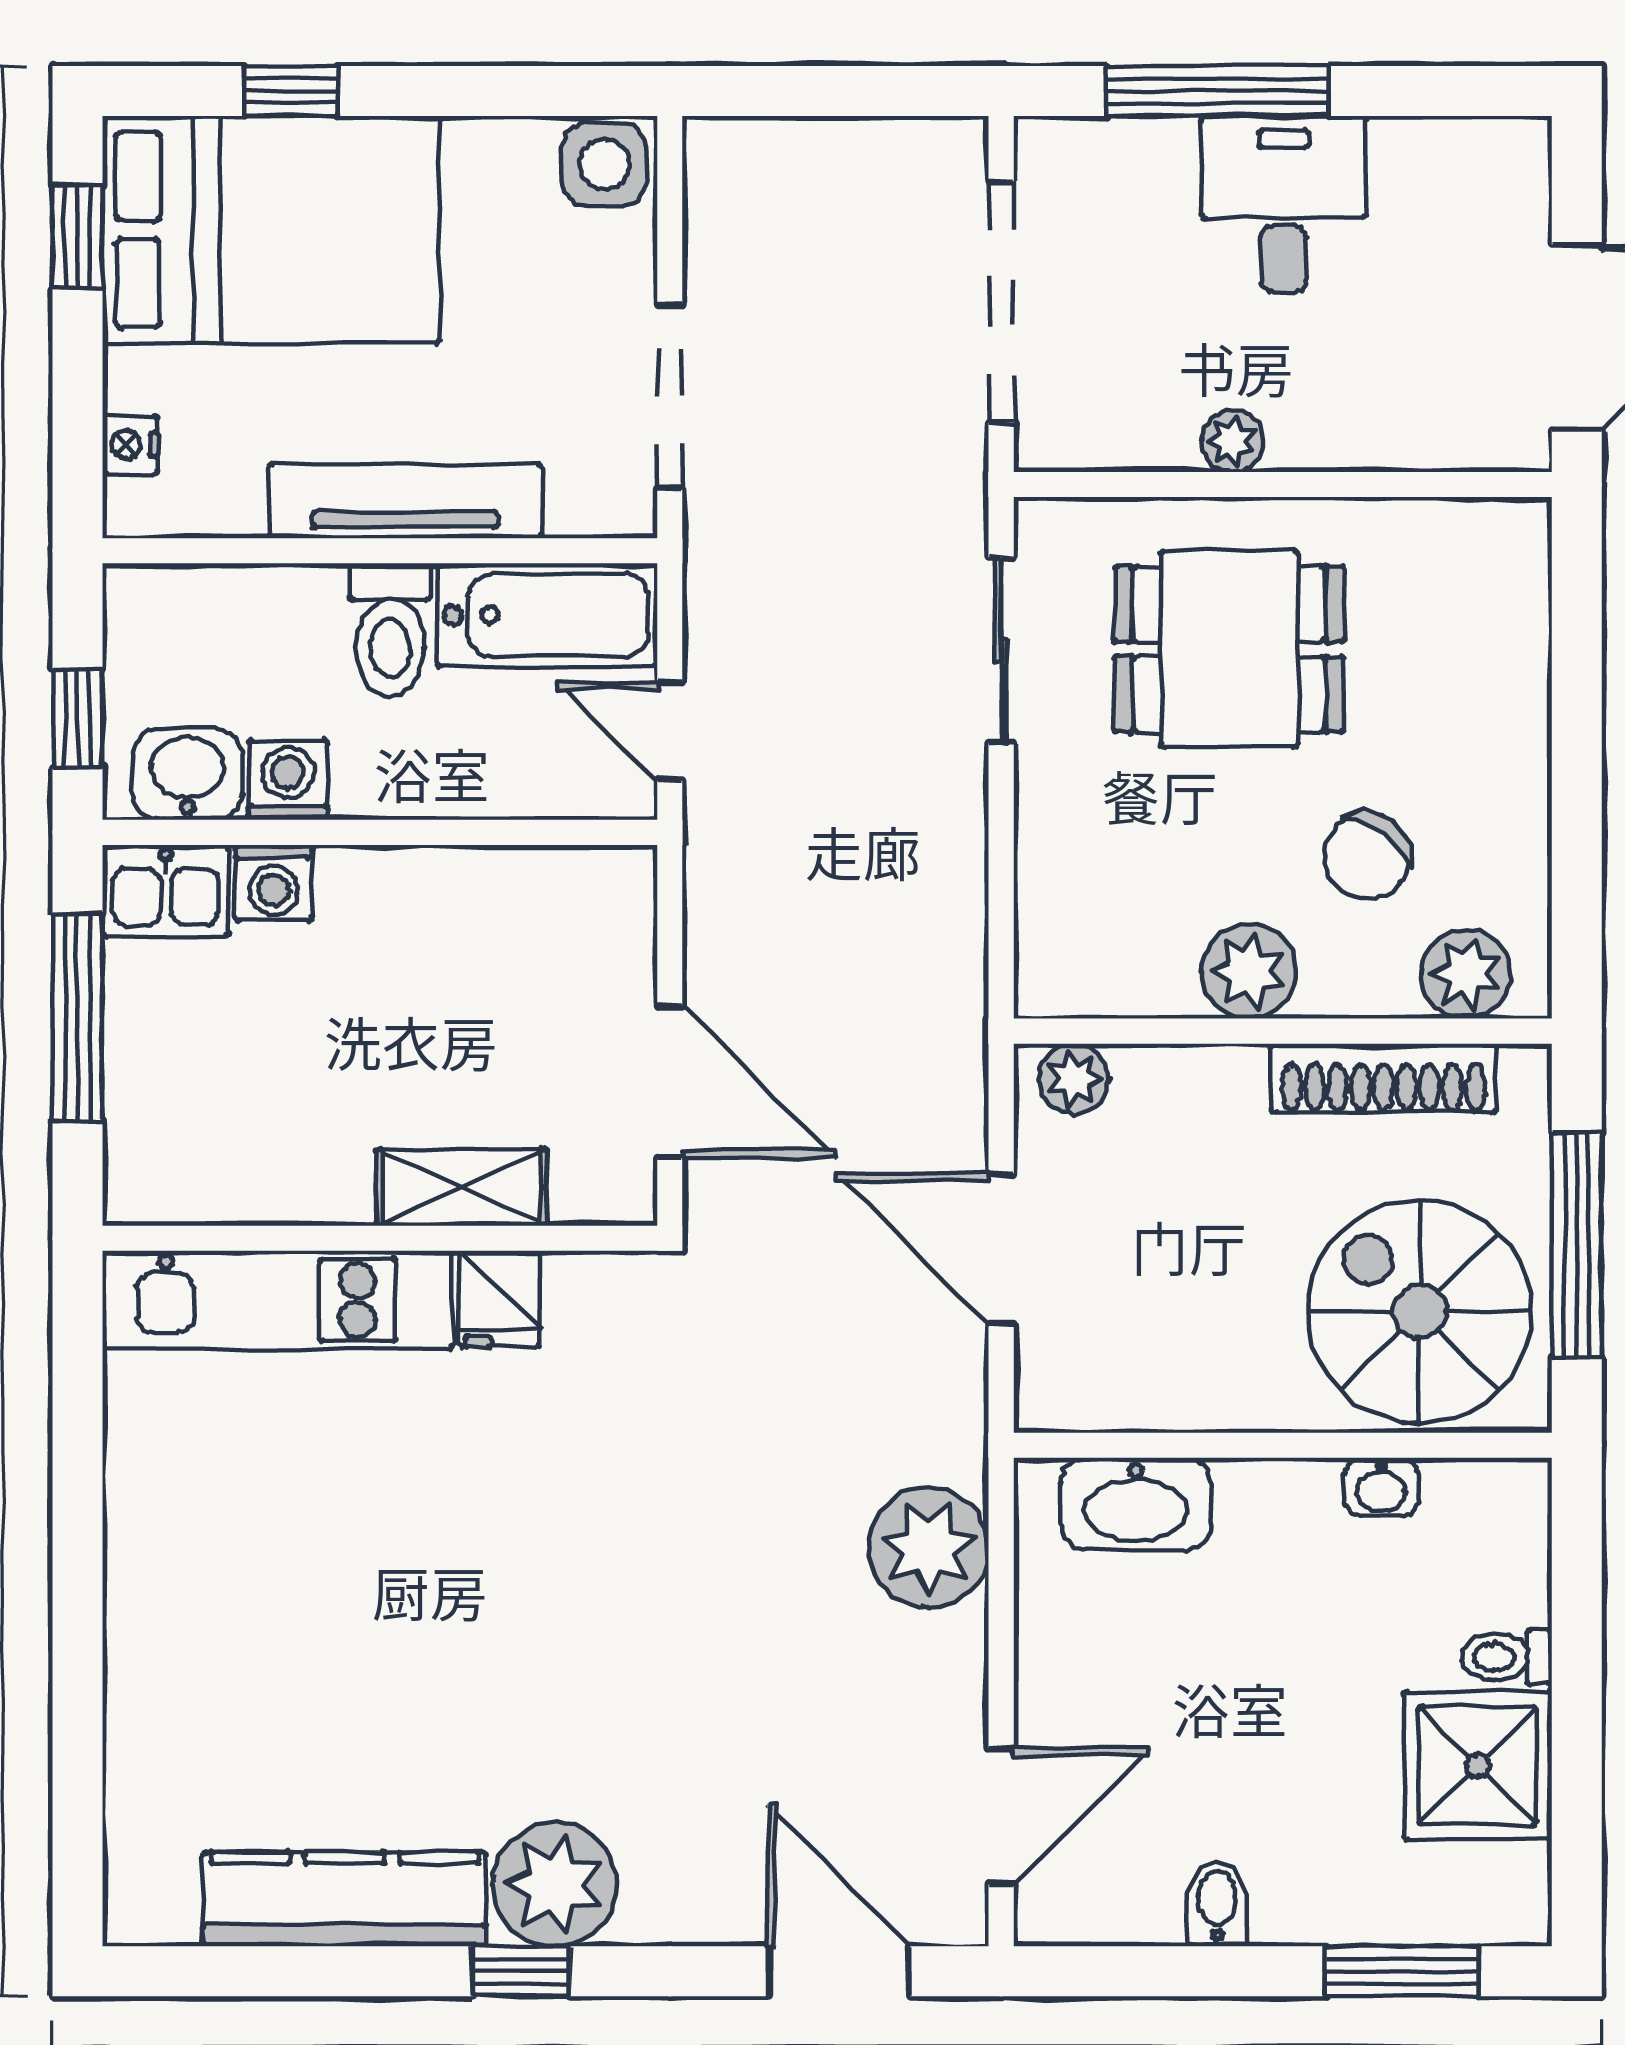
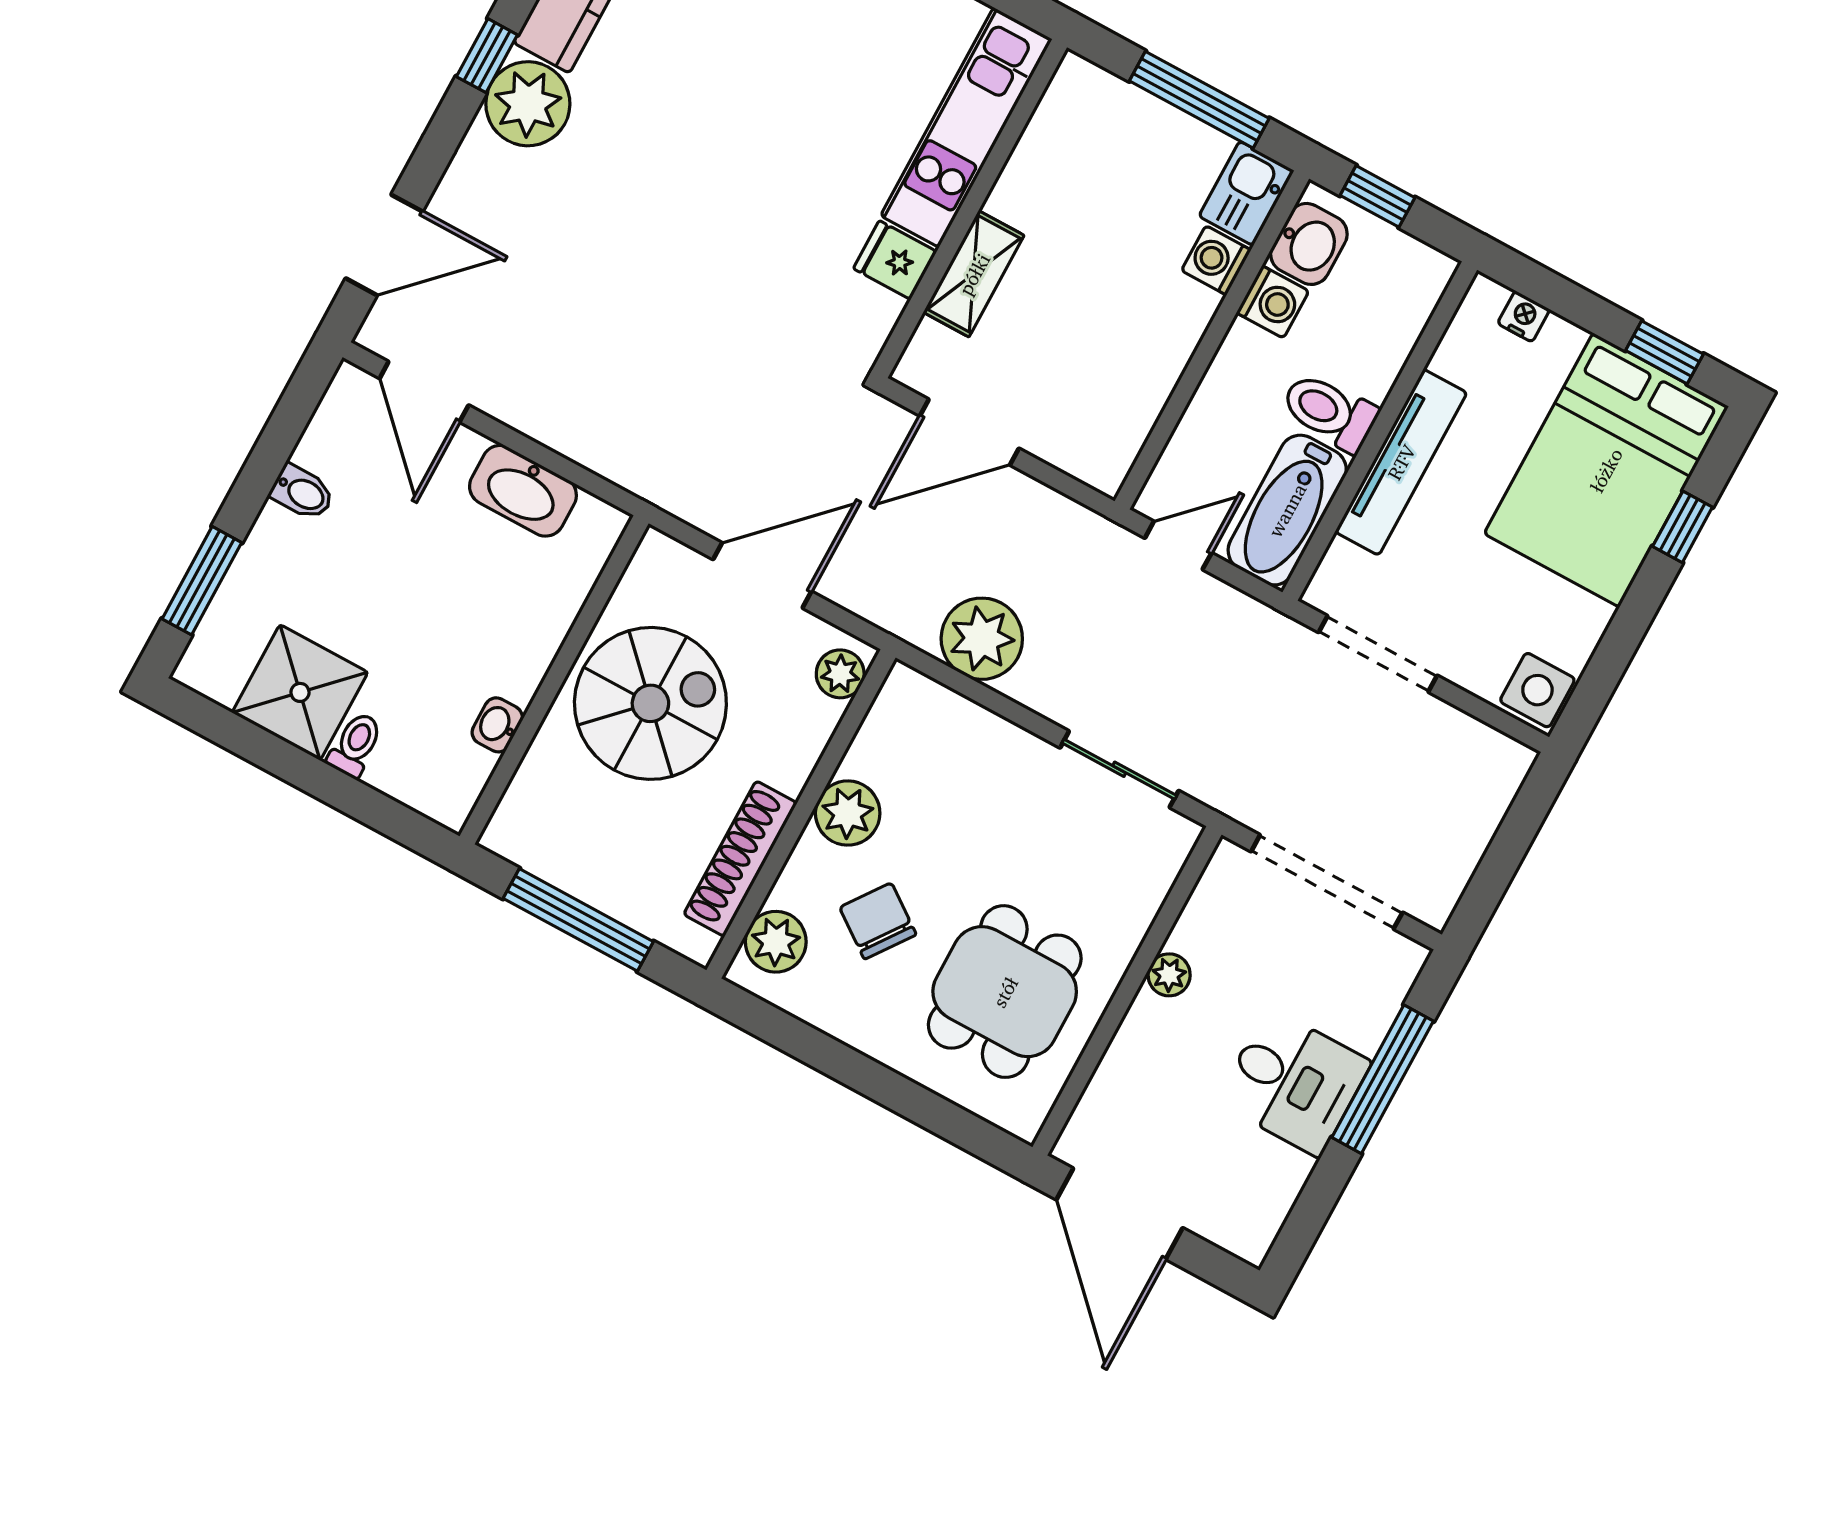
dining table: (1229, 649) -> (1005, 992), moved
spiral stairs: (1420, 1311) -> (650, 703), moved
washbasin: (1136, 1504) -> (523, 491), moved, turned -90
plant: (929, 1548) -> (982, 639), moved

